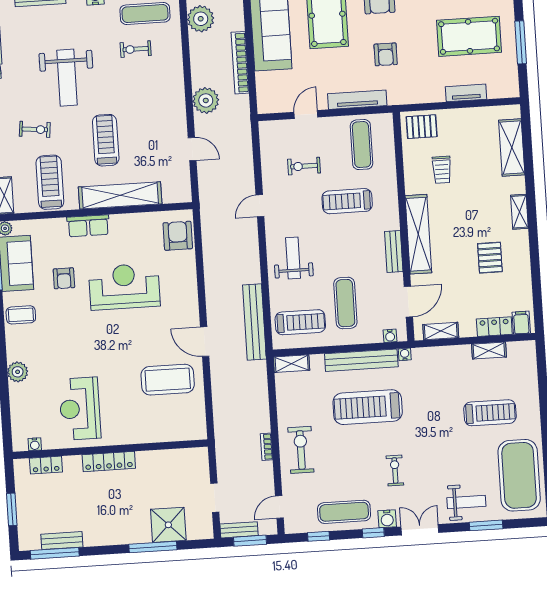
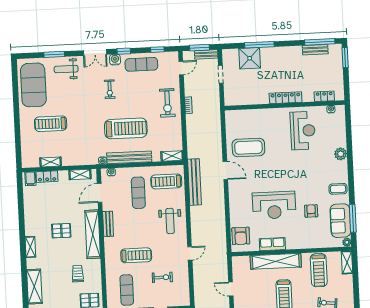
row of seats: (88, 226) -> (272, 244), moved
pallet: (490, 258) -> (61, 231), moved, turned 90
window: (12, 509) -> (345, 58), moved

